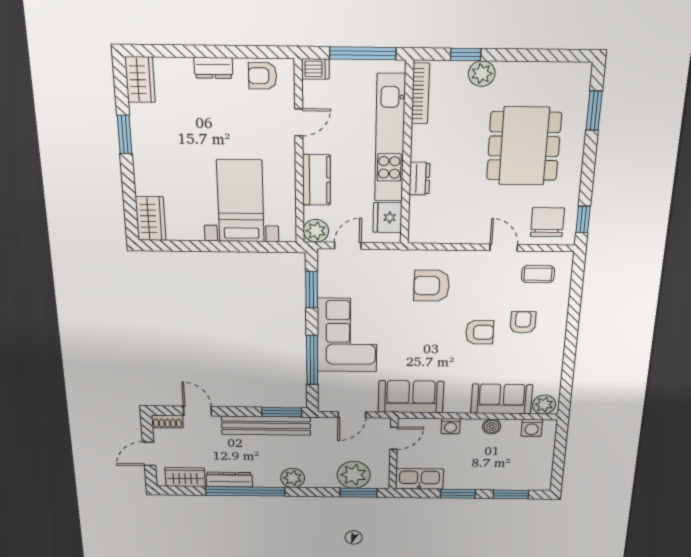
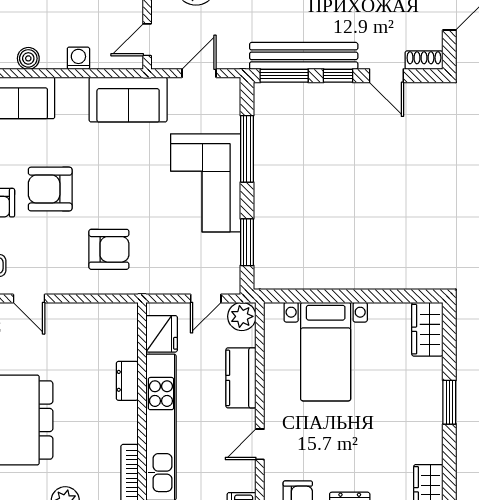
window: (125, 135) -> (449, 402), moved
armchair: (480, 332) -> (50, 189), width x1.38, depth x1.38
window: (237, 412) -> (338, 76), added

